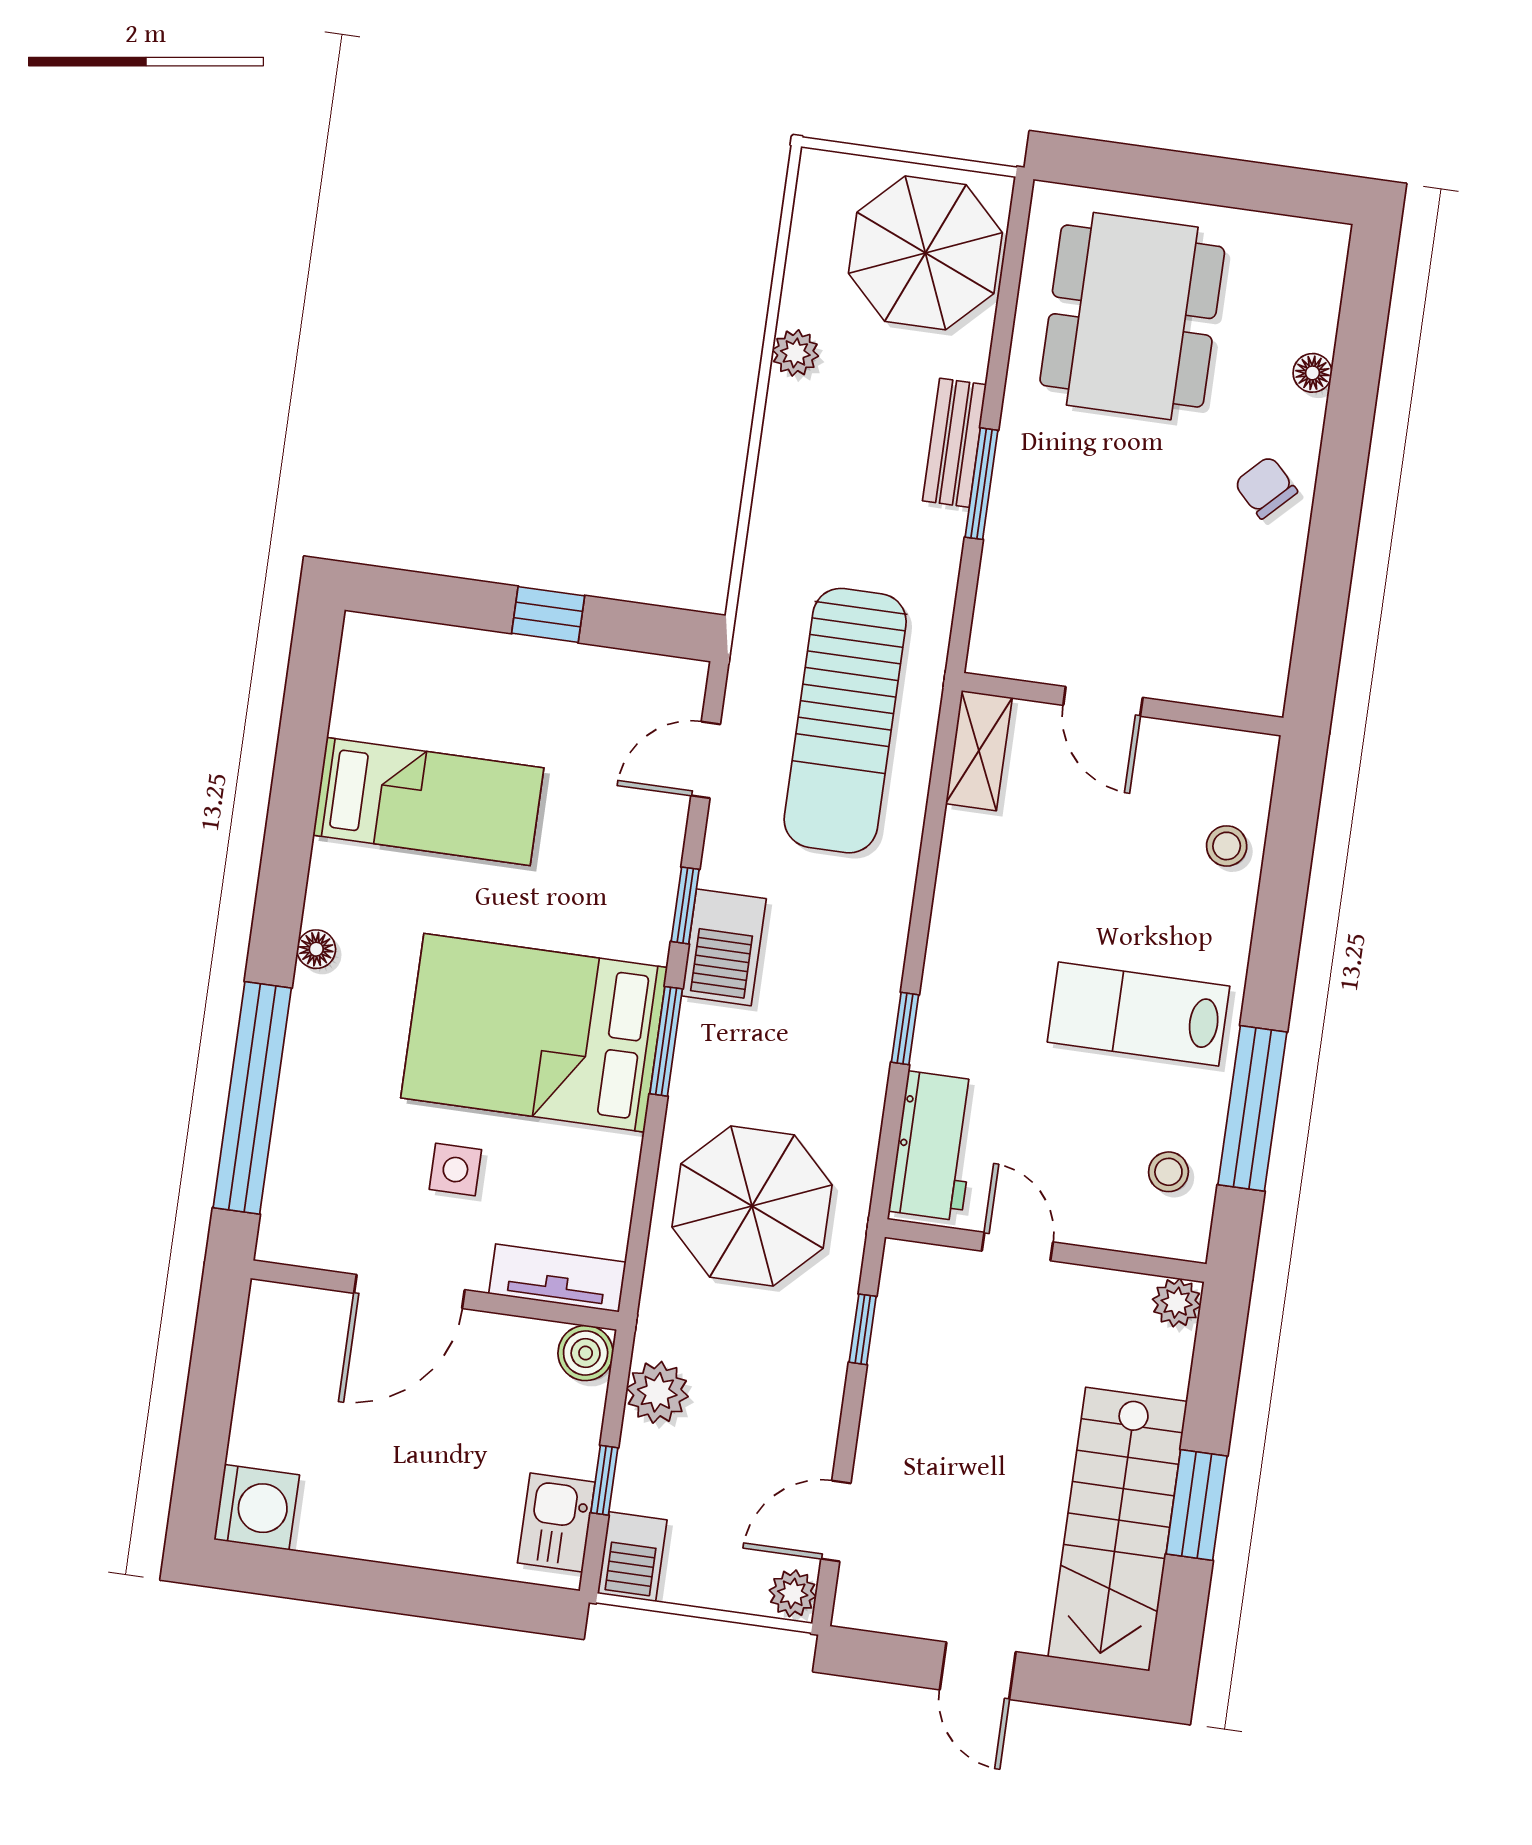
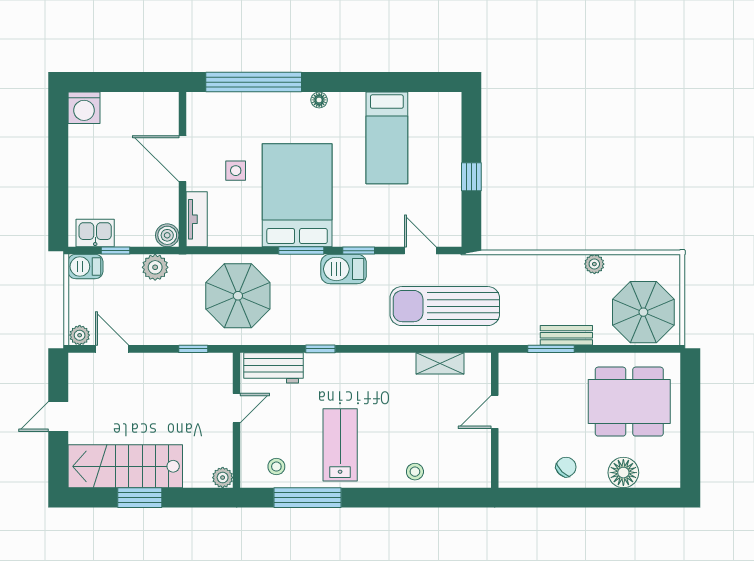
floor lamp: (1312, 373) -> (623, 473), width x1.89, depth x1.89
door: (1103, 701) -> (495, 412), moved
wall: (1122, 704) -> (495, 420), moved

